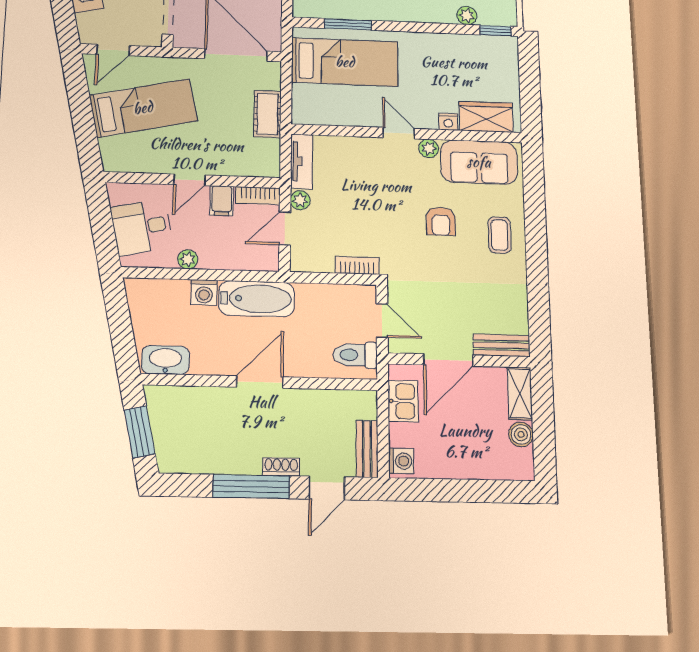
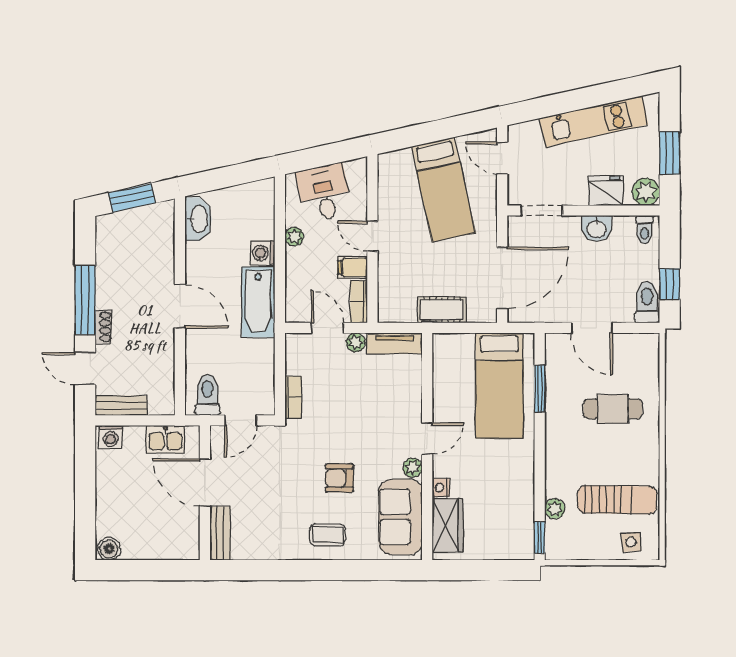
shelving: (520, 393) -> (175, 549), removed
boiler: (521, 434) -> (109, 549), moved

